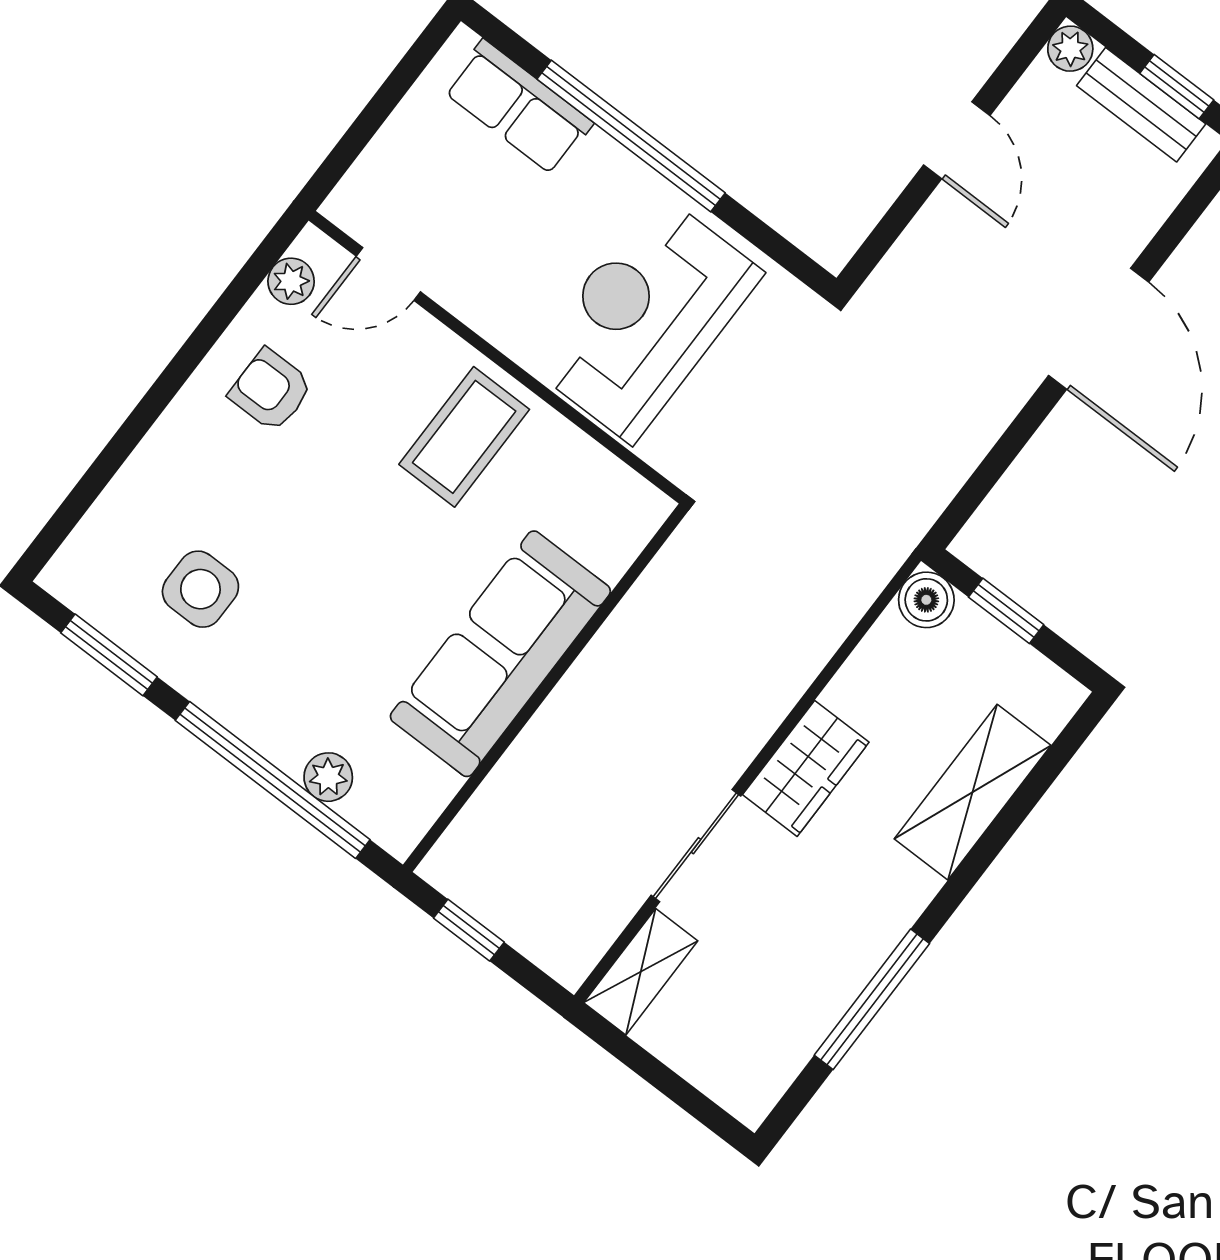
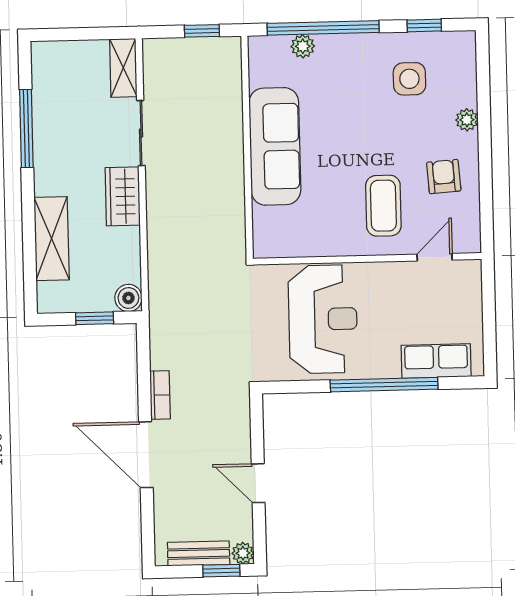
window: (1177, 87) -> (221, 571), moved
plant: (291, 281) -> (467, 120), moved
armchair: (271, 390) -> (444, 177), turned -94
bookcase: (1000, 406) -> (160, 395), added
coffee table: (464, 437) -> (383, 206), moved
window: (109, 655) -> (424, 26), width x0.67

